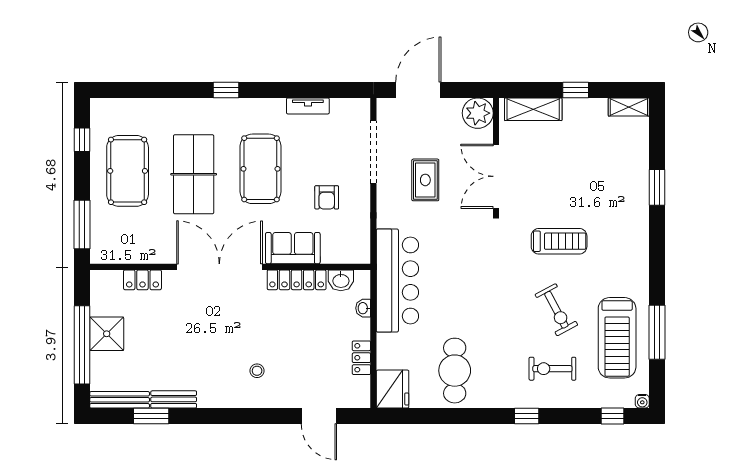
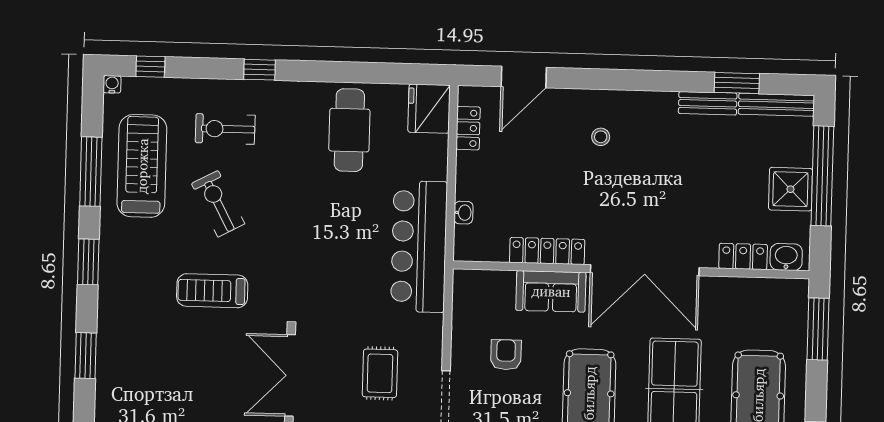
double door: (496, 176) -> (290, 375), swing flipped
window: (657, 261) -> (88, 262), added
washbasin: (341, 280) -> (786, 257), moved
locker: (361, 358) -> (468, 128), moved
exercise bike: (552, 369) -> (225, 129), turned 180
door: (319, 416) -> (524, 77), swing flipped

